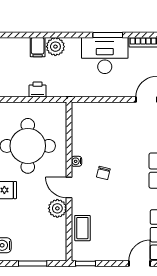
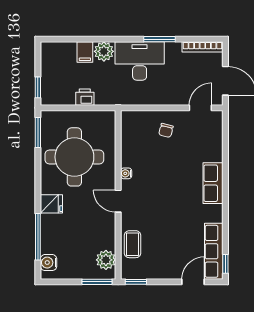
desk: (105, 56) -> (140, 61), moved
chair: (103, 173) -> (166, 130), moved
plant: (57, 208) -> (106, 260), moved
window: (33, 264) -> (97, 282), moved

